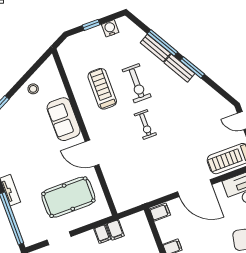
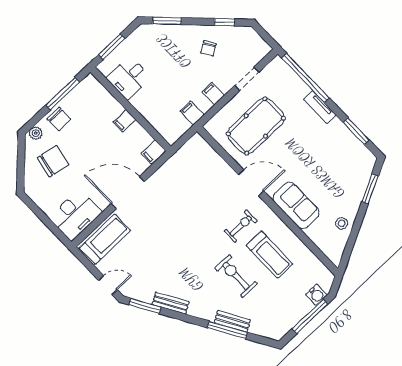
window: (91, 25) -> (310, 316), width x2.17
water cooler: (110, 28) -> (316, 295), moved
window: (192, 67) -> (145, 306), moved
bench: (179, 68) -> (171, 303), moved
exercise bike: (145, 124) -> (241, 226), moved, turned 90
filing cabinet: (102, 234) -> (213, 94), moved

